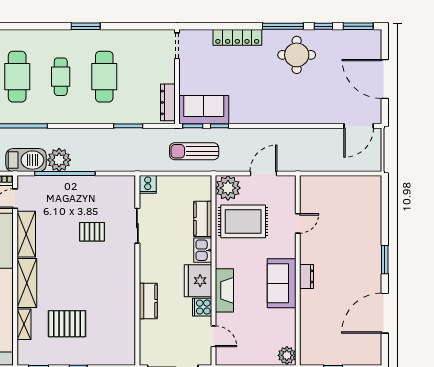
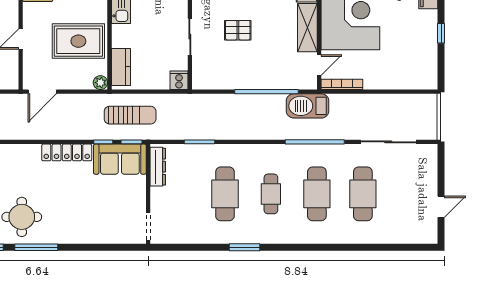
locker: (237, 37) -> (67, 152), moved, turned 180
plant: (59, 160) -> (273, 106), removed
door: (264, 174) -> (42, 92), moved
plant: (228, 188) -> (100, 83), width x0.53, depth x0.53
kitchen counter: (203, 219) -> (121, 67), moved

